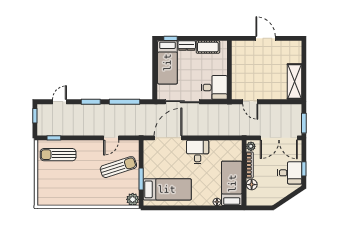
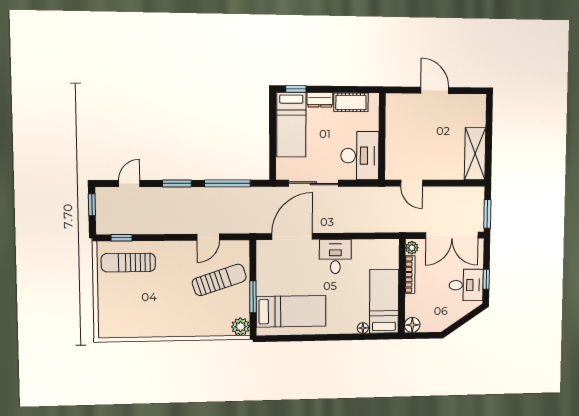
desk: (214, 87) -> (360, 156), width x1.37
floor lamp: (252, 185) -> (412, 325), moved

